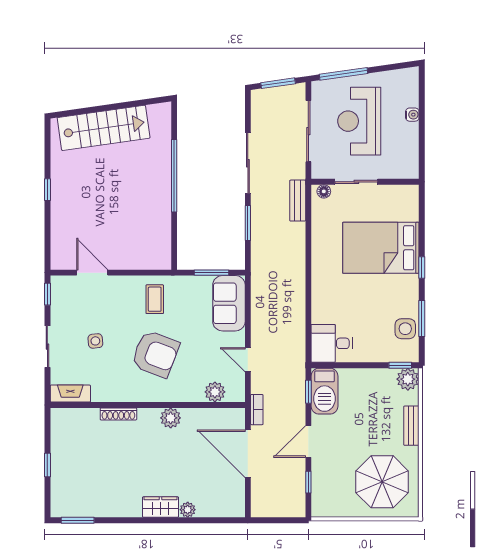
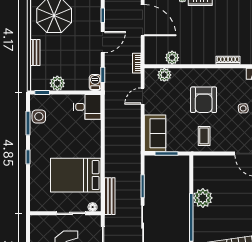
bench: (298, 201) -> (110, 196), width x1.36
plant: (157, 205) -> (203, 198), added
bed: (381, 248) -> (76, 175), moved, turned 180
armchair: (155, 354) -> (204, 100), turned -111
door: (248, 360) -> (143, 96), swing flipped
plant: (408, 379) -> (57, 83), moved
barbecue: (325, 391) -> (95, 82), width x0.53, depth x0.65
plant: (171, 418) -> (172, 58), moved
door: (248, 454) -> (143, 20), moved

